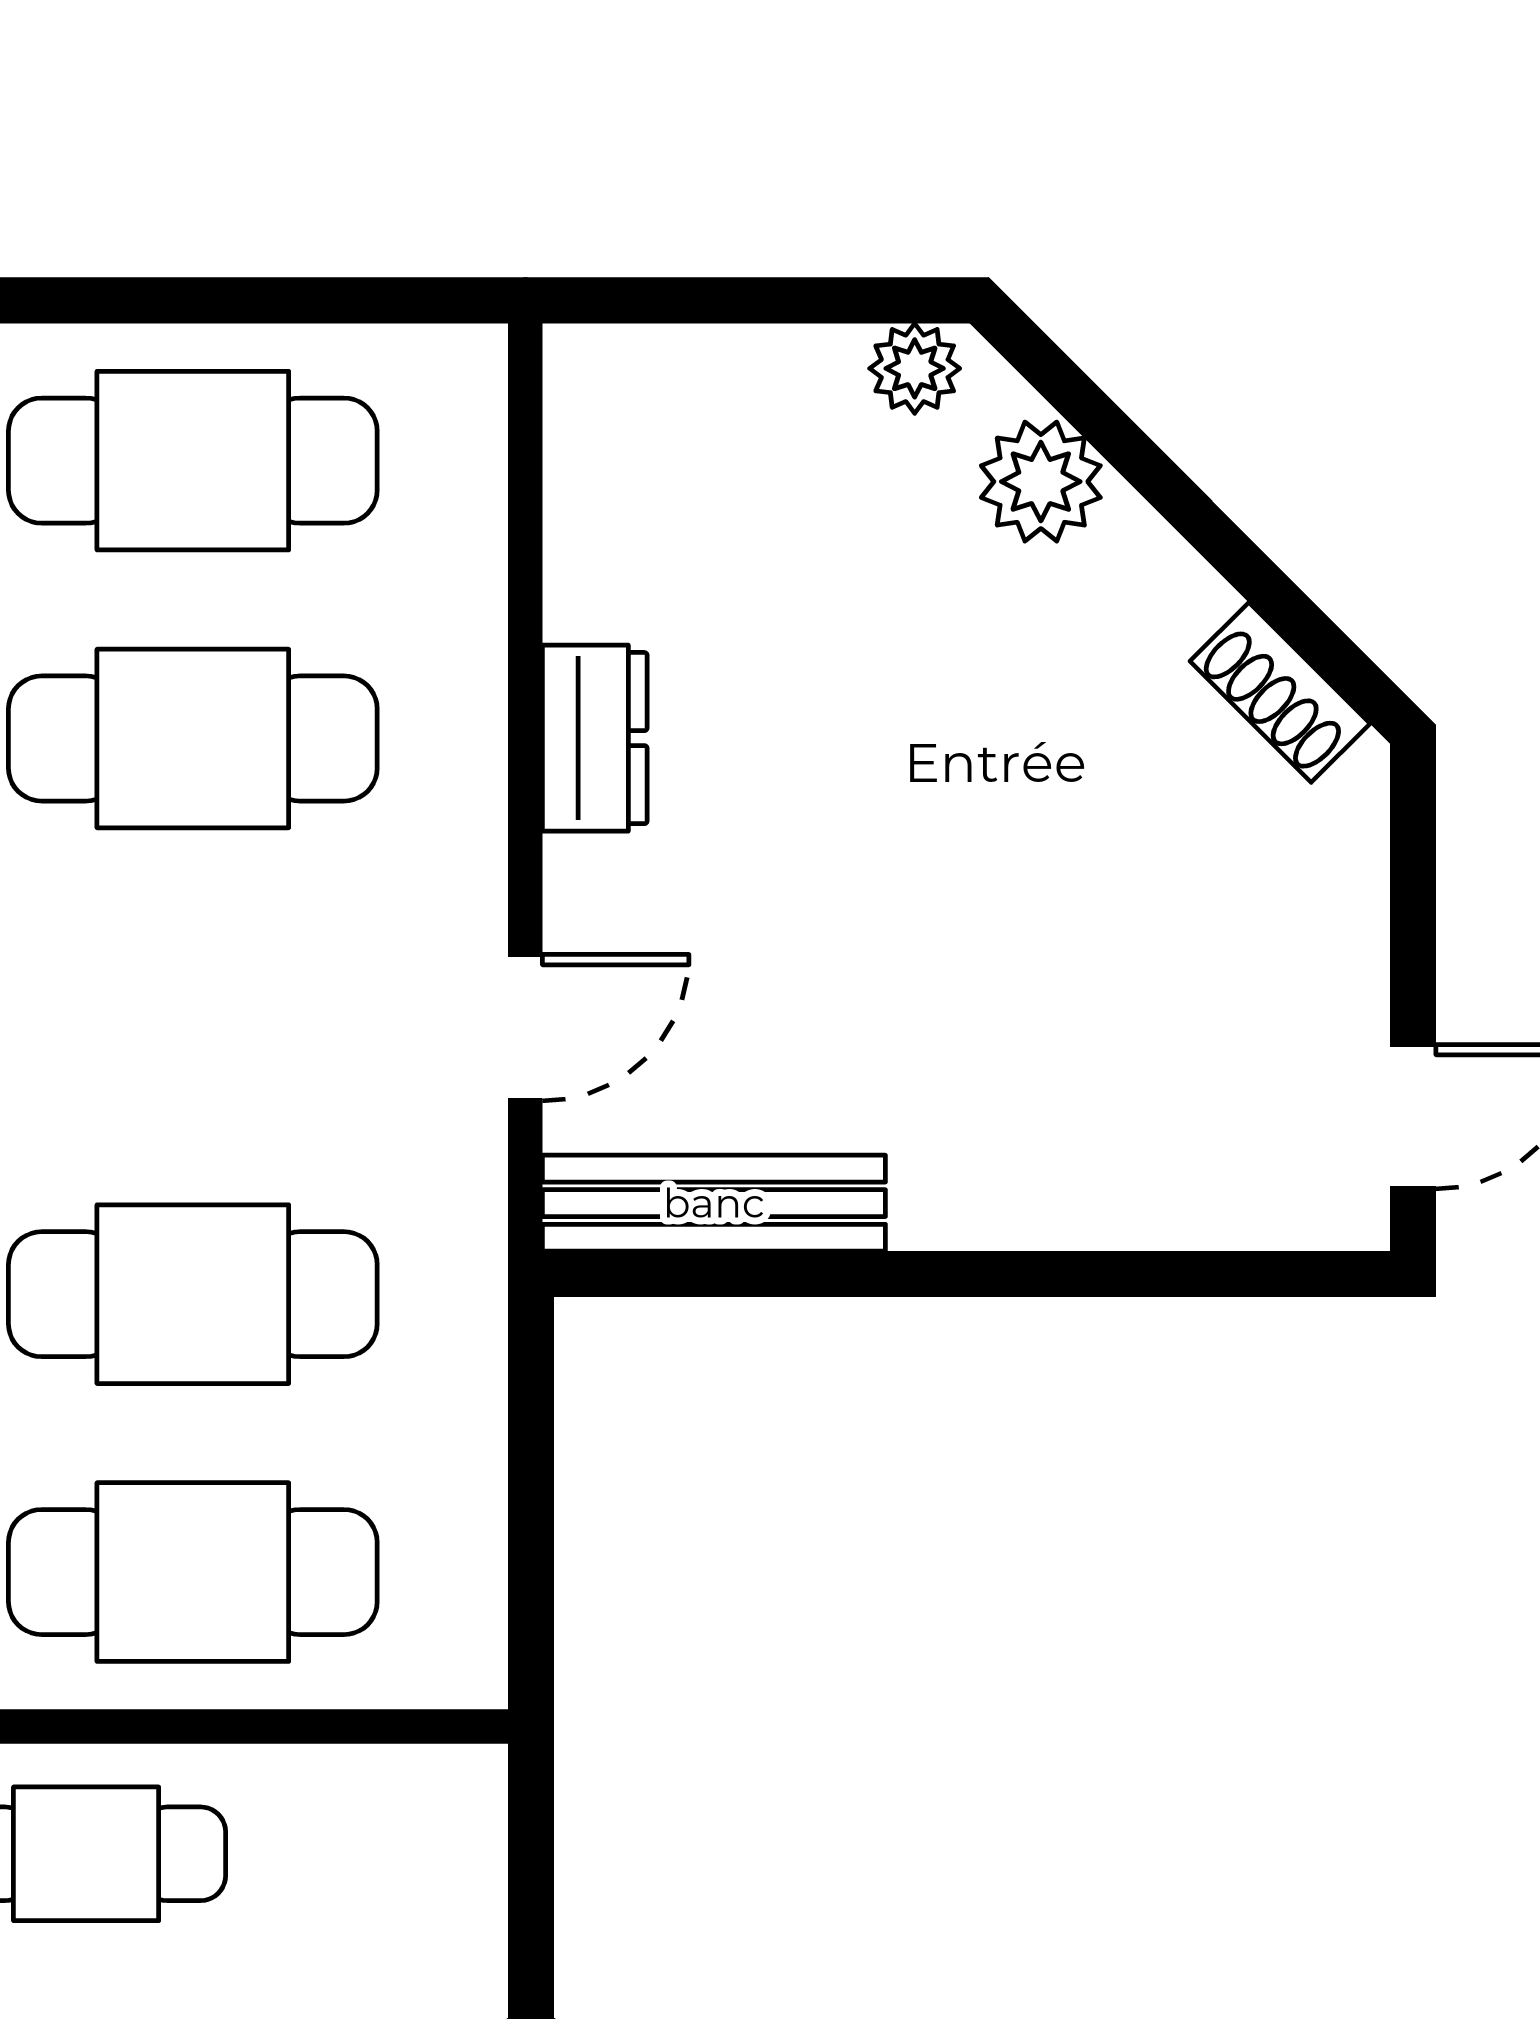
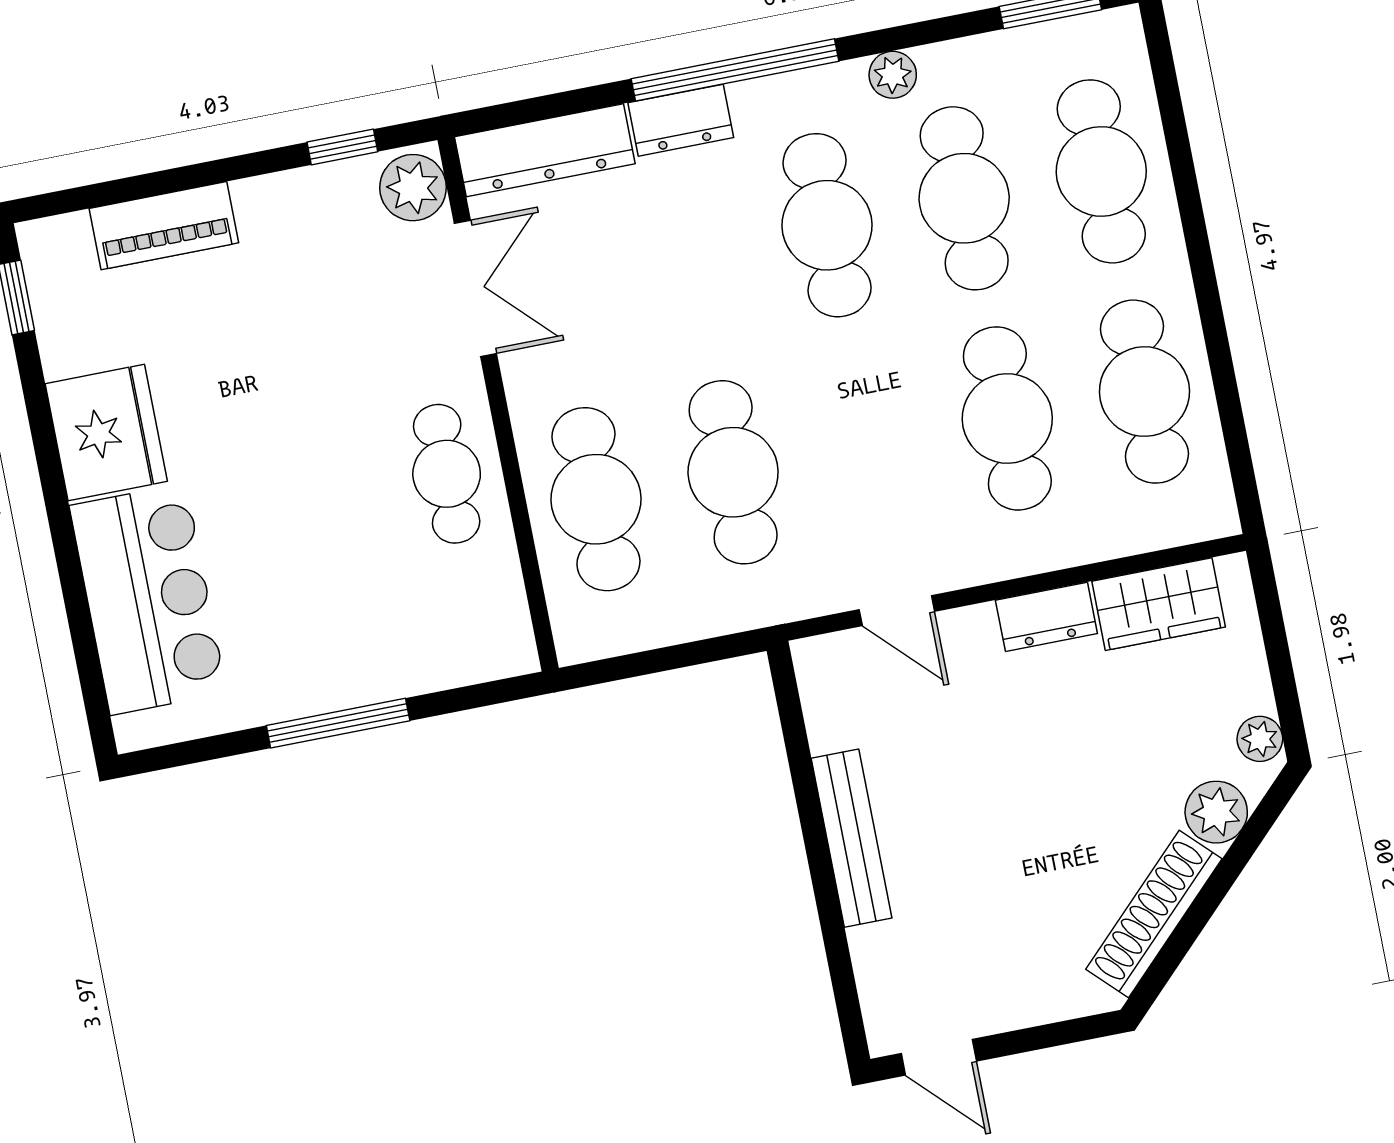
wardrobe: (613, 514) -> (1159, 604), added
shoe rack: (1280, 692) -> (1154, 914), width x1.94, depth x1.24
bench: (714, 1203) -> (852, 838), moved

